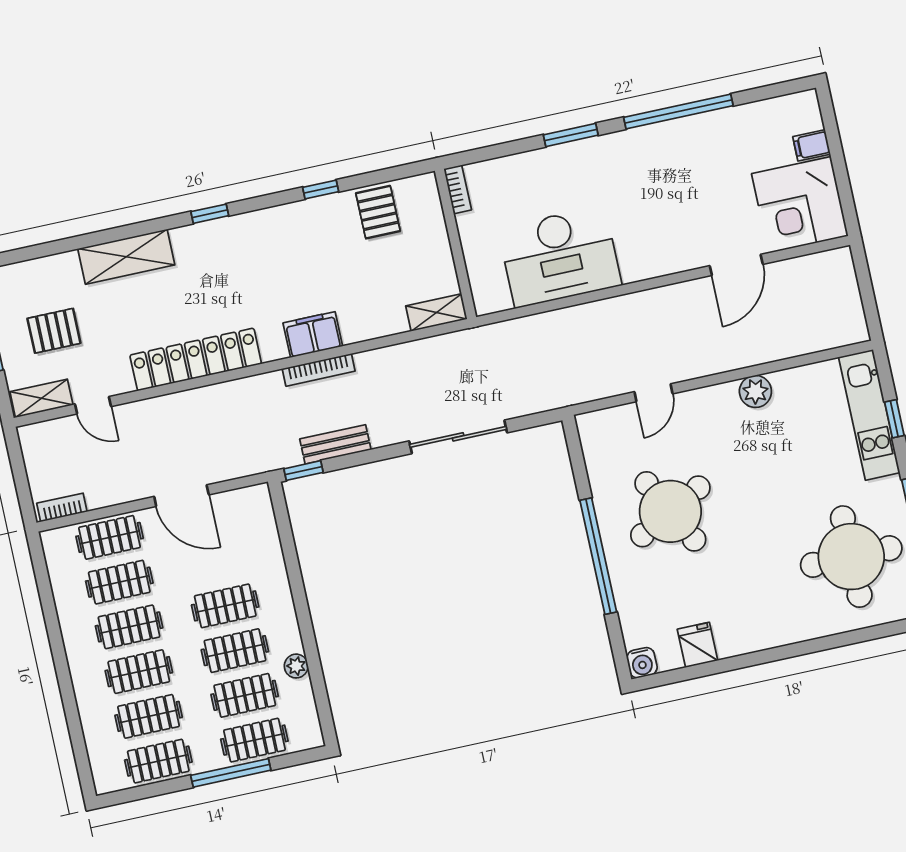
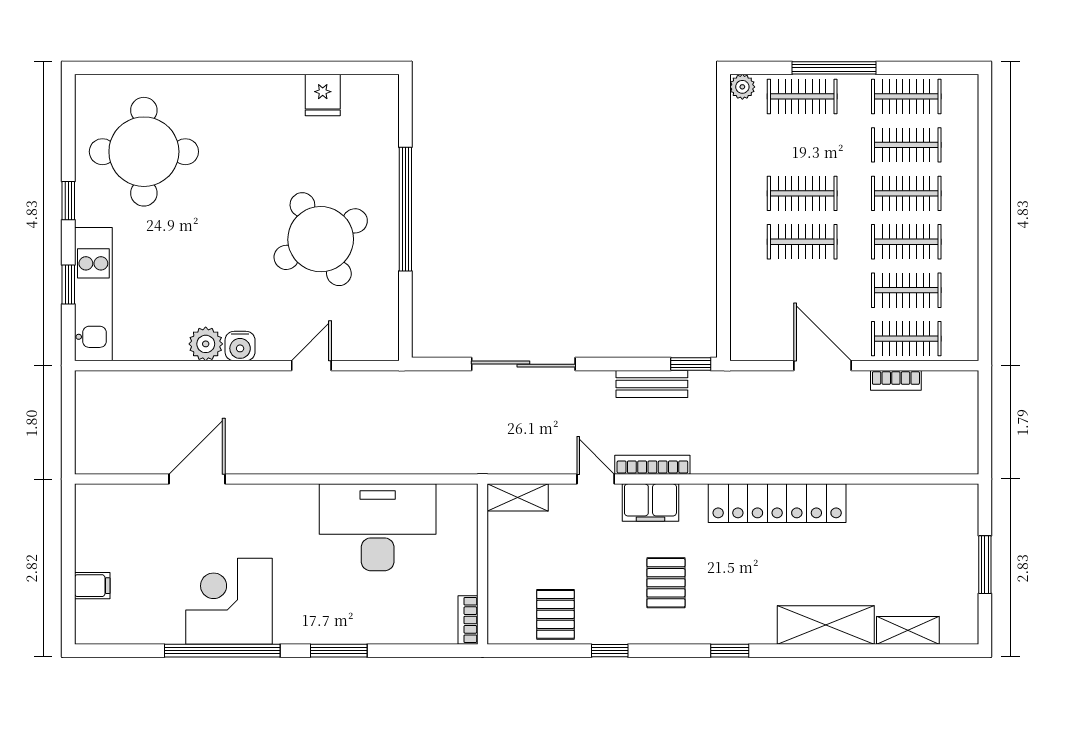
corner desk: (800, 205) -> (229, 601), moved, turned -90
pallet: (54, 331) -> (666, 583), moved, turned 90
shelving: (41, 398) -> (908, 630), moved
door: (93, 405) -> (596, 479), moved
bookcase: (62, 507) -> (896, 380), moved
water cooler: (642, 663) -> (240, 346), moved, turned 180
plant: (296, 666) -> (742, 87), moved
clothes rail: (245, 695) -> (802, 145), removed

